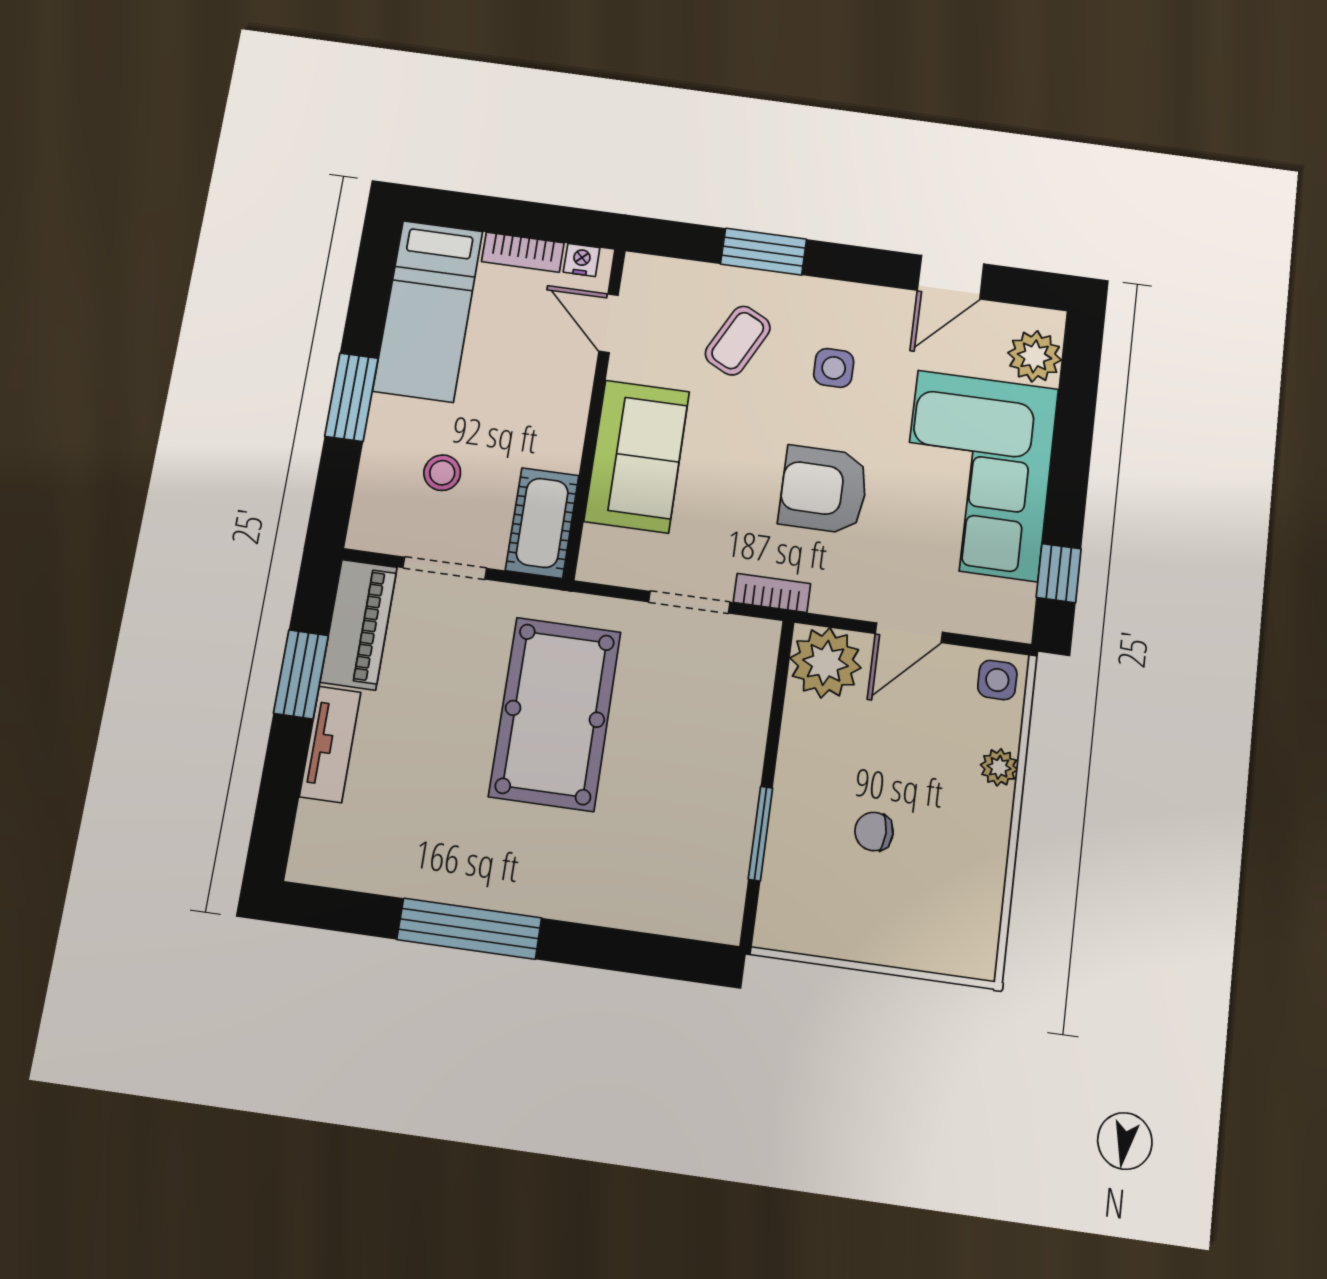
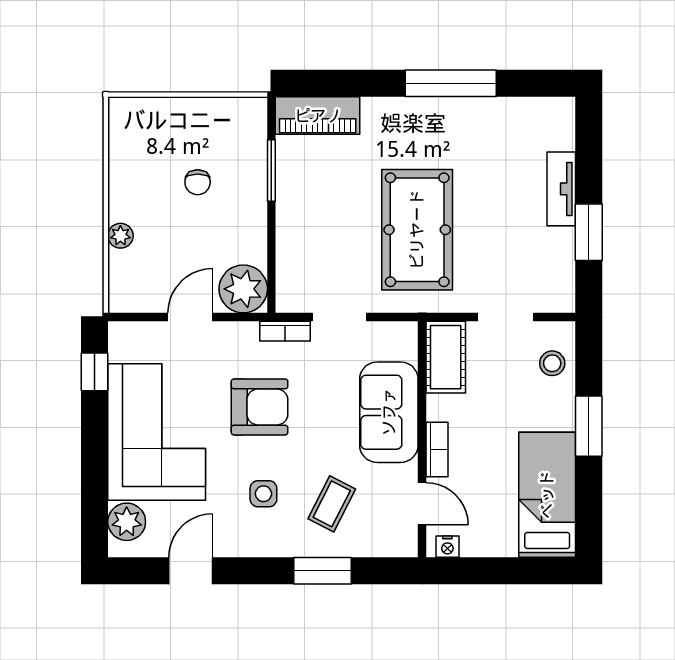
bookcase: (523, 252) -> (437, 450), moved, turned 90
stool: (442, 473) -> (552, 363), moved
piano: (359, 625) -> (318, 116), moved, turned -90
side table: (997, 680) -> (128, 294), removed
chair: (874, 831) -> (198, 182), turned 90

